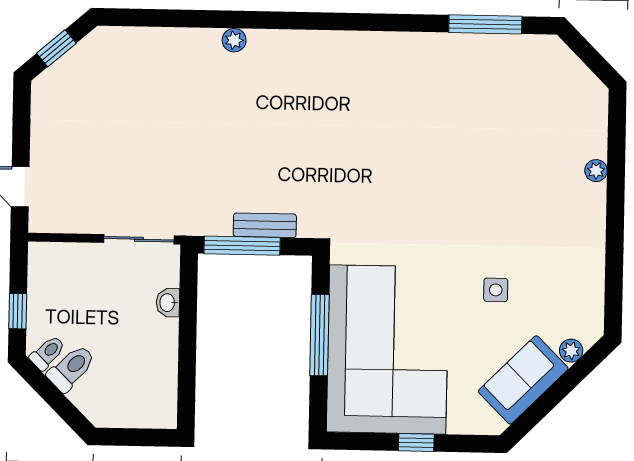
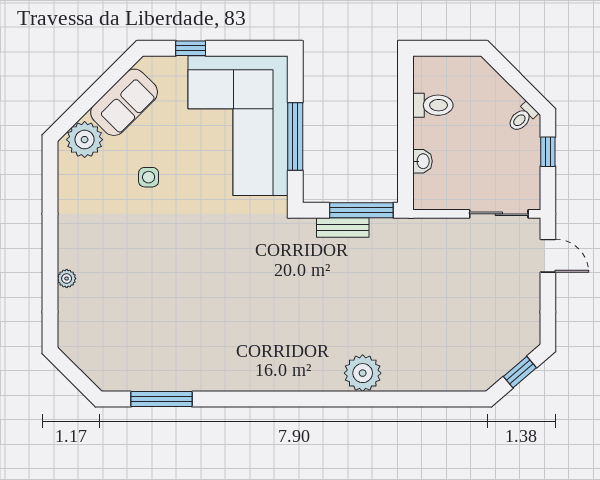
plant: (234, 40) -> (363, 373), width x1.87, depth x1.87
sliding door: (139, 239) -> (499, 214), moved
plant: (571, 351) -> (85, 140), width x1.88, depth x1.88
toilet: (71, 368) -> (433, 105), moved, turned -135
window: (416, 443) -> (191, 48), moved

